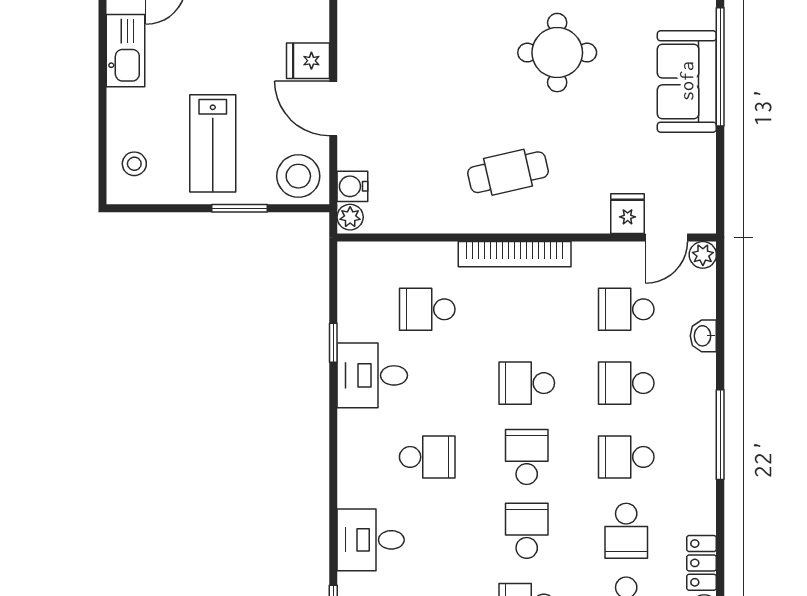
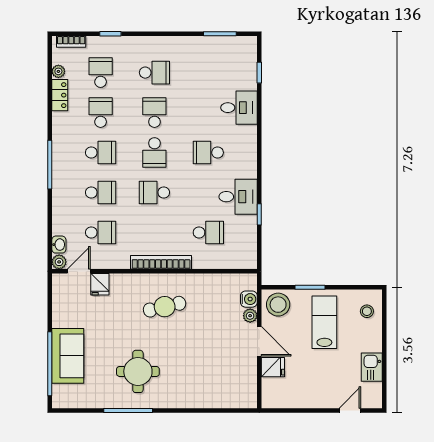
kitchen sink: (125, 51) -> (372, 367), width x0.73
plant: (350, 217) -> (250, 316), moved
washbasin: (703, 336) -> (59, 245), moved
school desk: (527, 383) -> (154, 192), turned 180
school desk: (527, 531) -> (154, 113), turned 180

